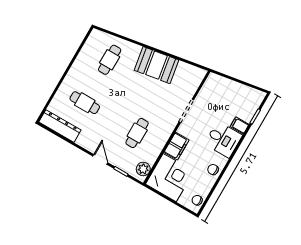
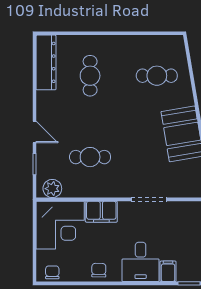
door: (100, 159) -> (34, 132), hinge flipped

